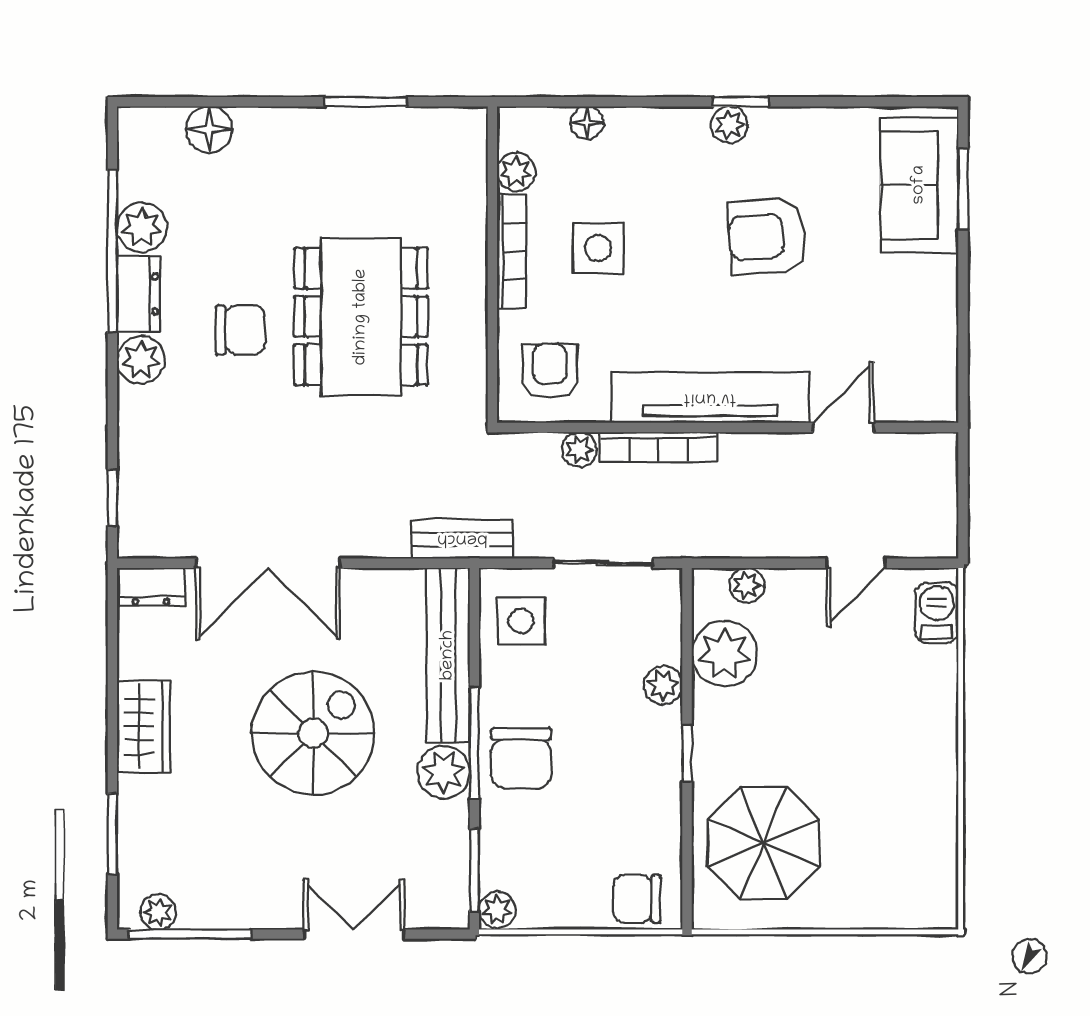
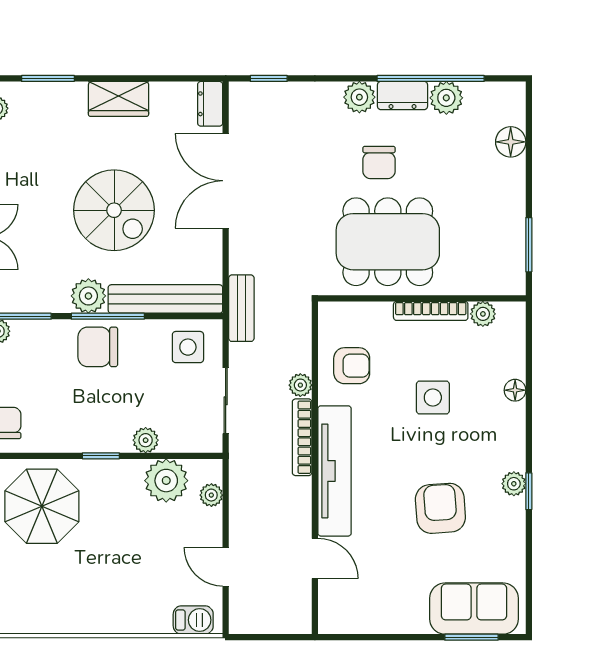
plant: (516, 172) -> (483, 314), moved
bookcase: (512, 251) -> (431, 311), moved
wall: (492, 265) -> (422, 298), moved

